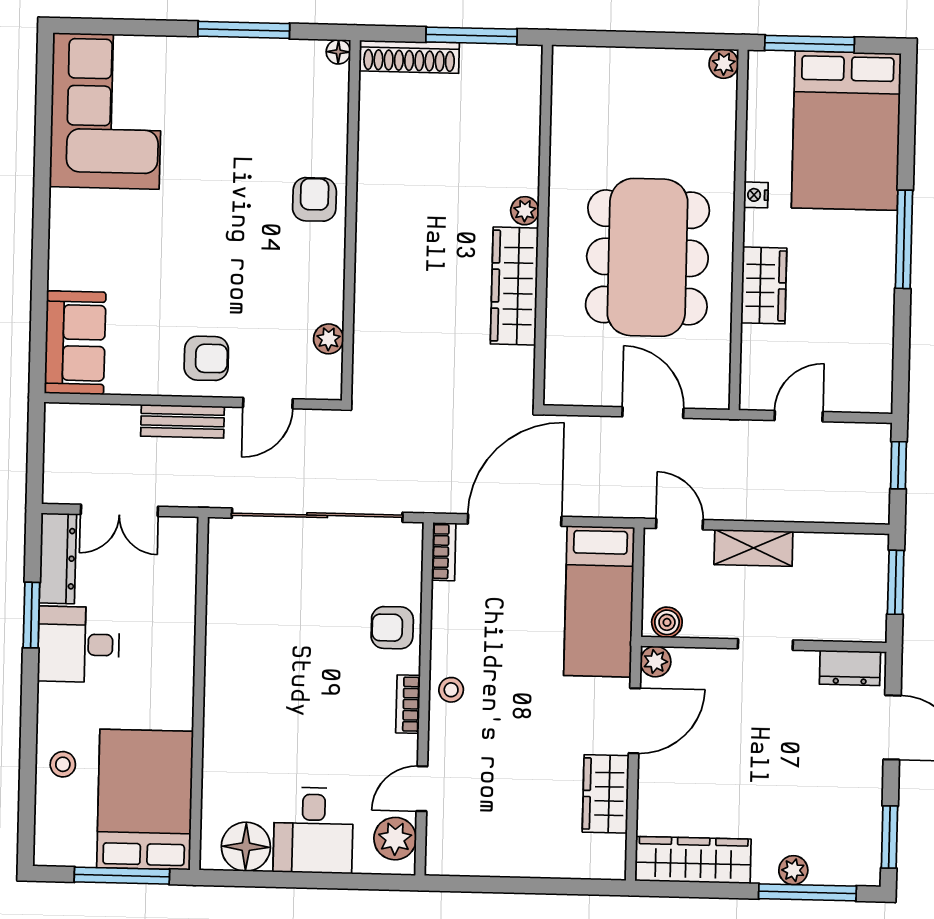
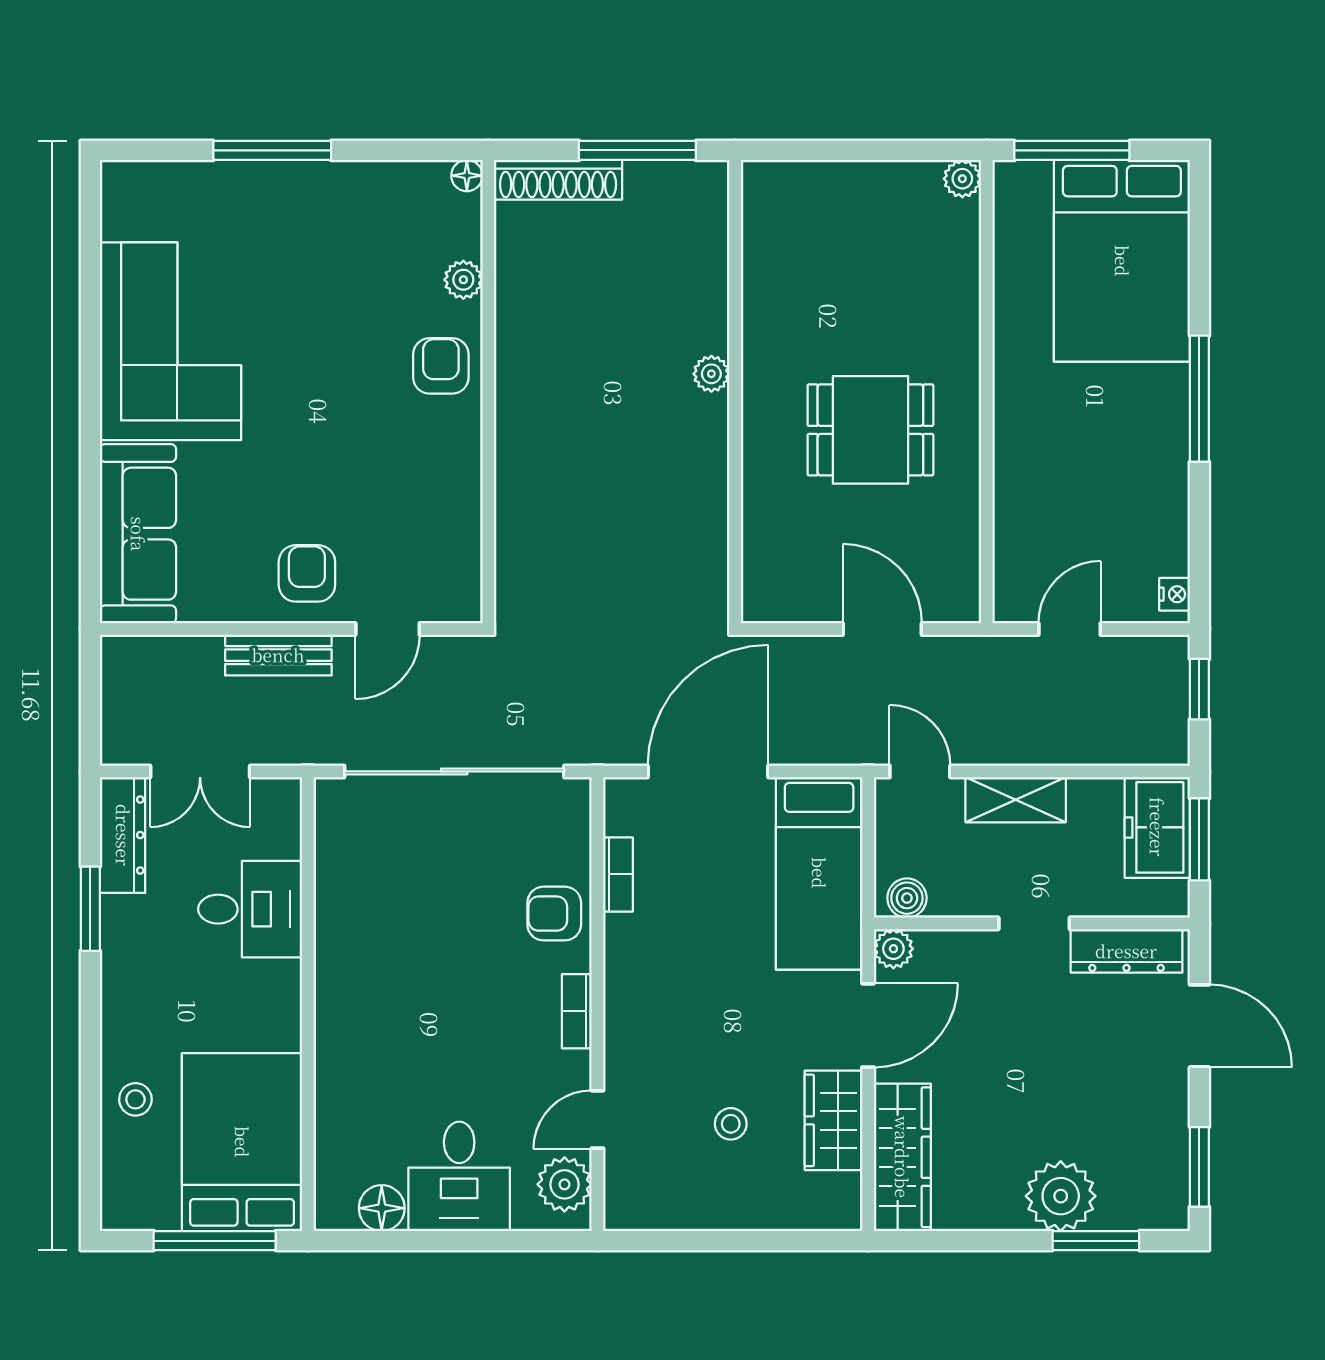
window: (244, 30) -> (272, 150), moved
corner sofa: (106, 111) -> (170, 341), moved
nightstand: (756, 195) -> (1175, 594), moved, turned 180
dining table: (647, 257) -> (870, 430), width x0.53, depth x0.80
wardrobe: (764, 285) -> (1021, 462), removed
wardrobe: (514, 286) -> (700, 471), removed
plant: (329, 339) -> (463, 280), moved
sofa: (75, 343) -> (138, 534), width x1.36
armchair: (206, 358) -> (307, 573), turned -90
bookcase: (444, 552) -> (618, 874), moved
freezer: (863, 572) -> (1157, 827), added
desk: (79, 644) -> (250, 909), moved, turned 180
dresser: (850, 668) -> (1126, 951), width x1.44
stool: (451, 690) -> (731, 1124), moved
floor lamp: (246, 847) -> (382, 1208), width x0.73, depth x0.73
wardrobe: (693, 860) -> (902, 1157), moved, turned 90
plant: (793, 870) -> (1061, 1196), width x1.88, depth x1.88
window: (807, 892) -> (1096, 1241), width x0.69

